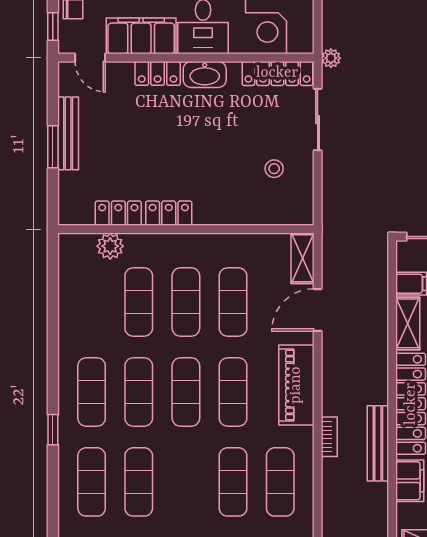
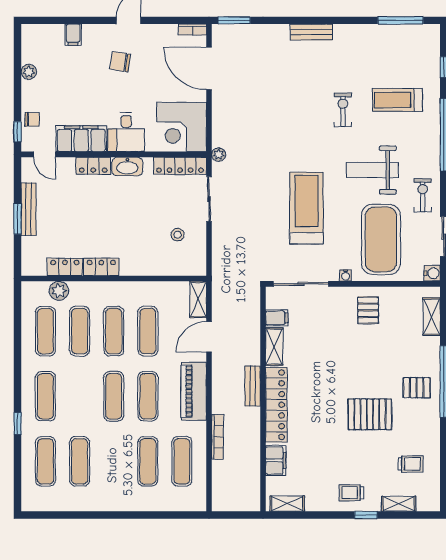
exercise mat: (139, 392) -> (45, 331), moved
bookcase: (329, 437) -> (217, 437), width x1.56
bench: (378, 443) -> (253, 386), moved, width x0.73

